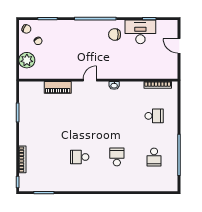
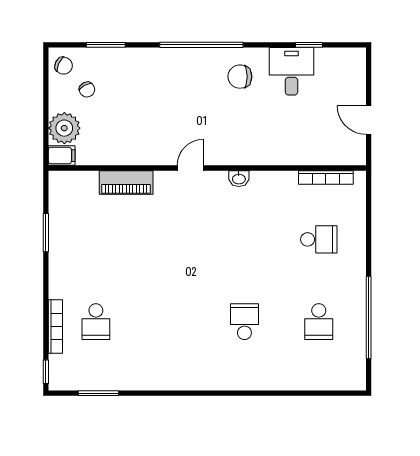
desk: (140, 32) -> (291, 71), width x0.73
door: (179, 46) -> (369, 120), moved
filing cabinet: (25, 74) -> (62, 156), added
school desk: (80, 157) -> (96, 322), moved, turned -90

